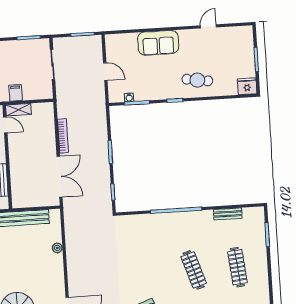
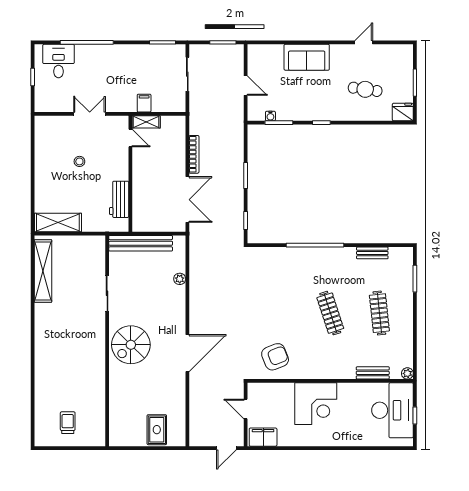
cafe table: (197, 80) -> (365, 89), moved

